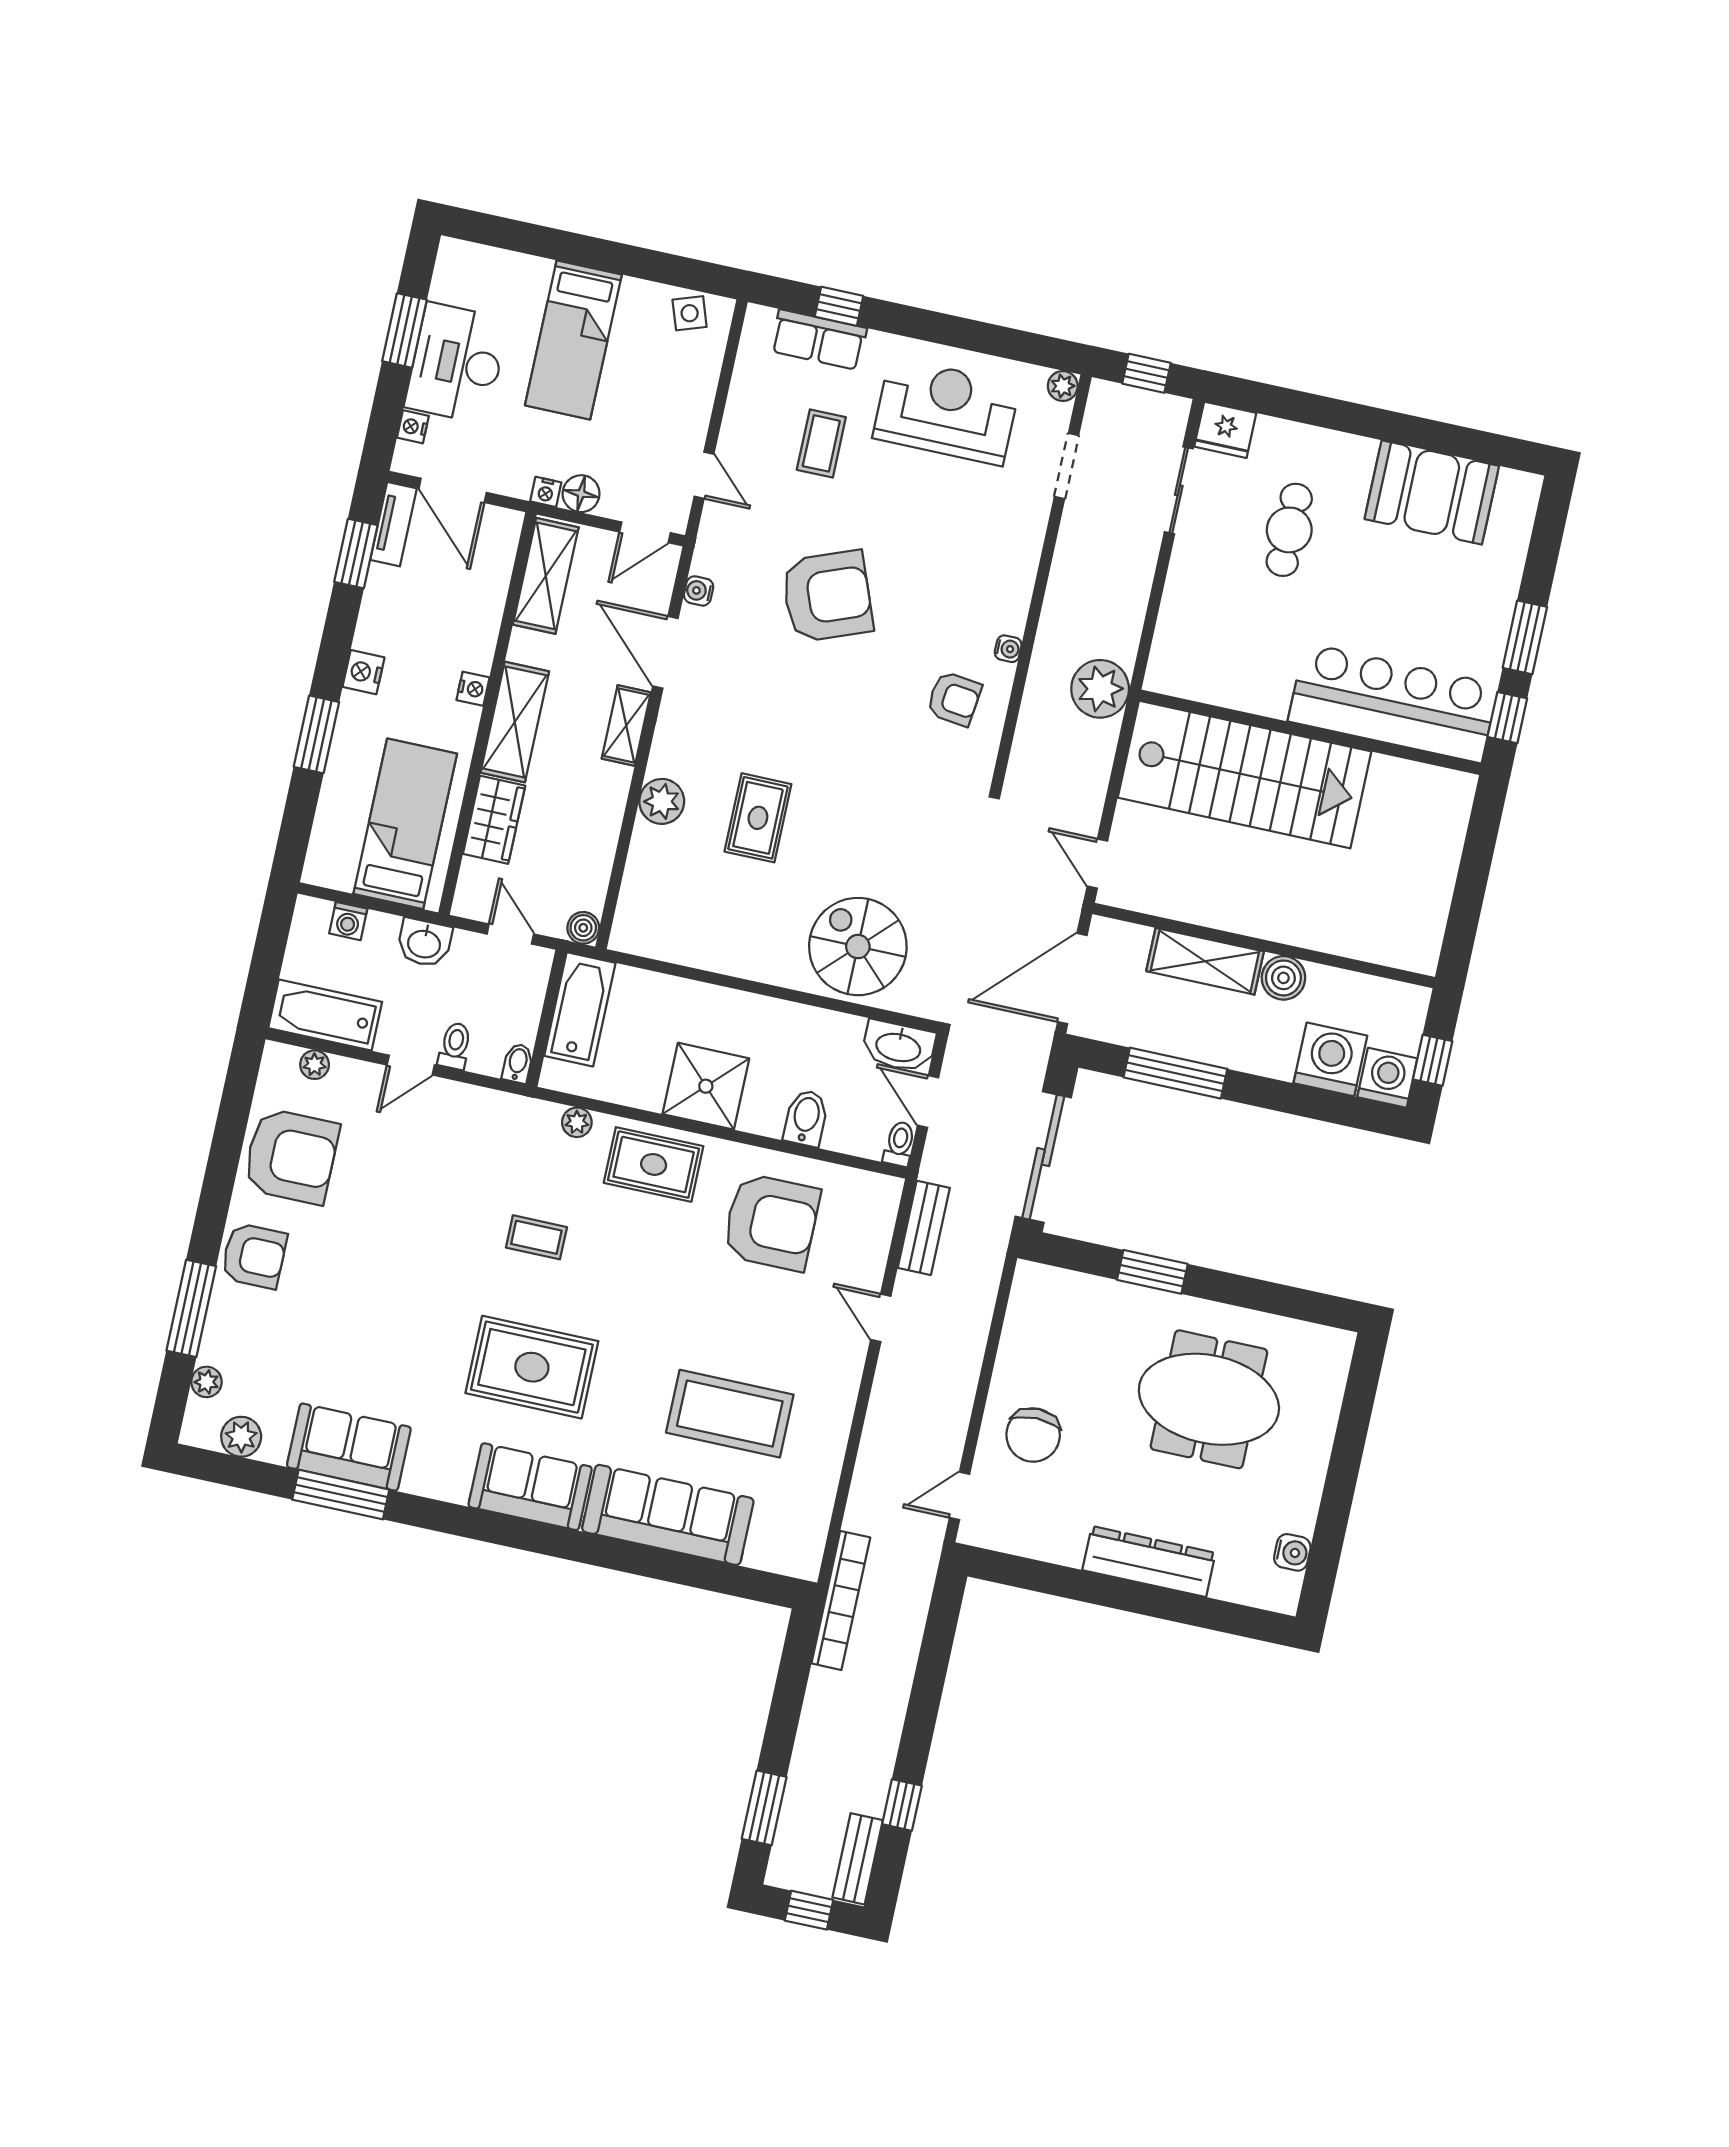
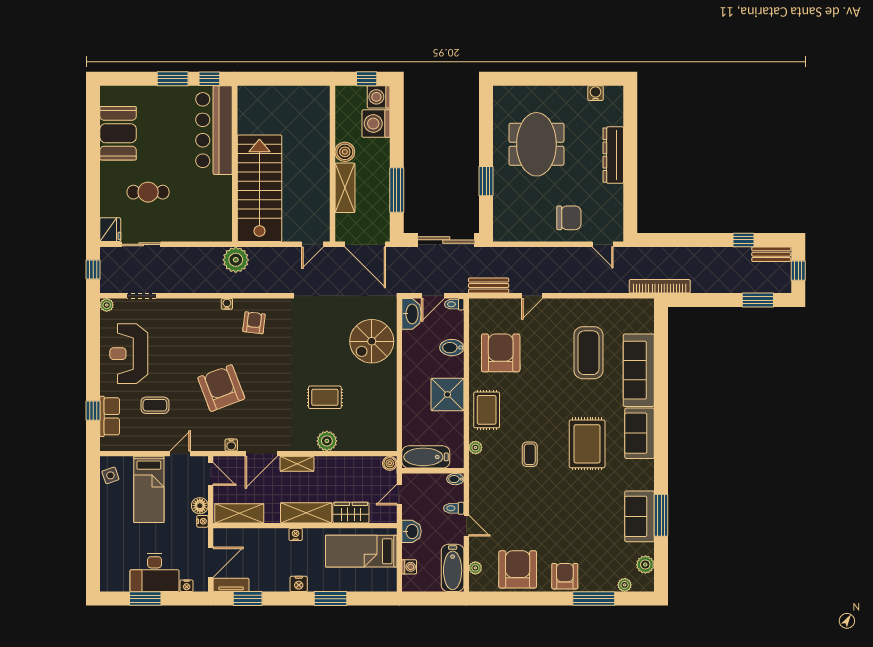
bed: (573, 340) -> (149, 489), moved, turned 90

